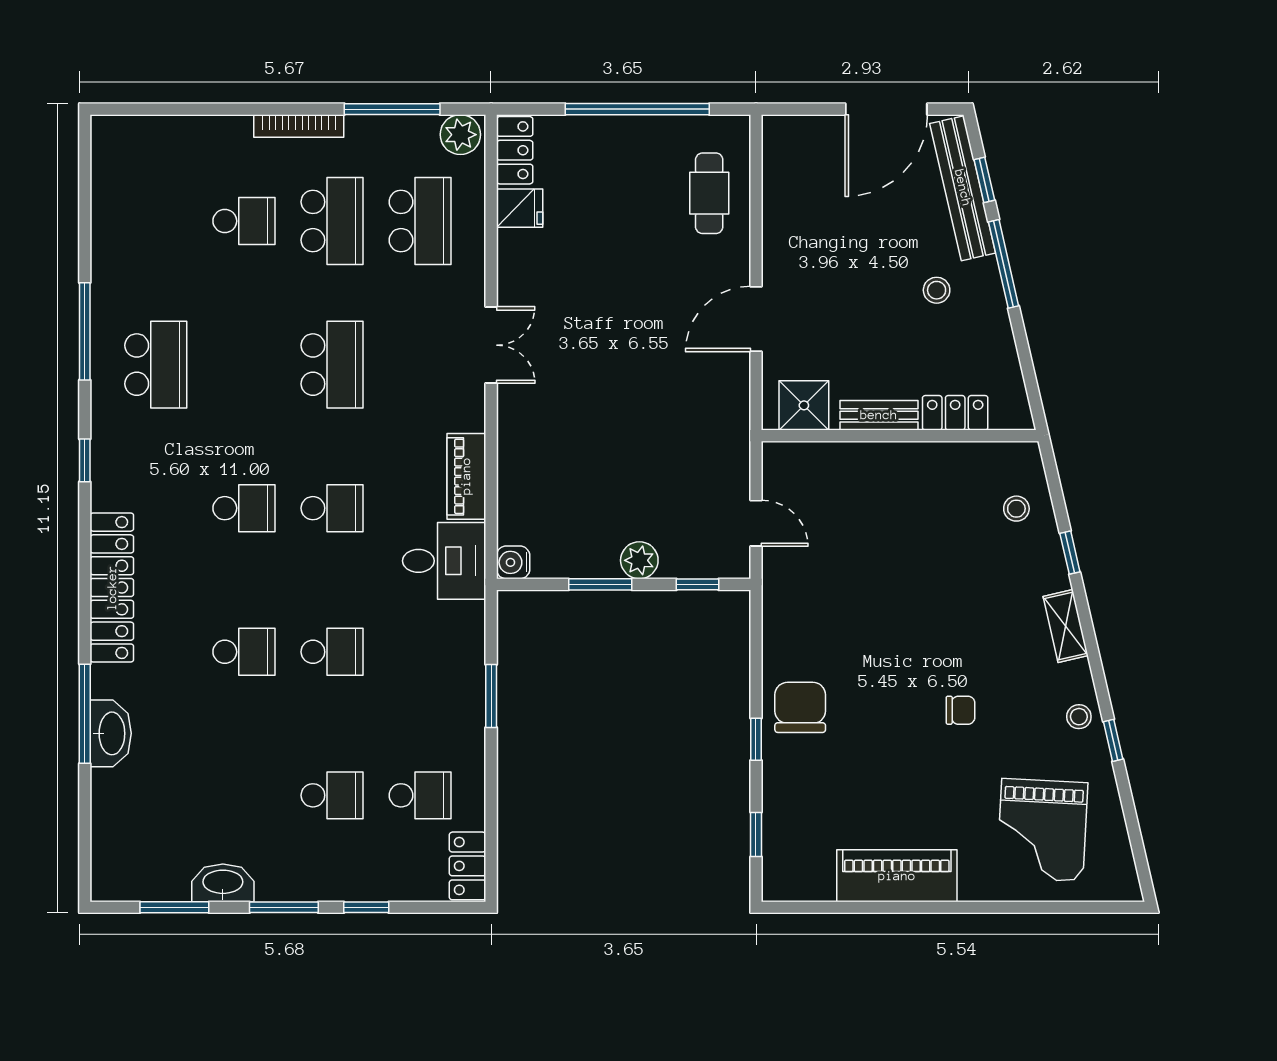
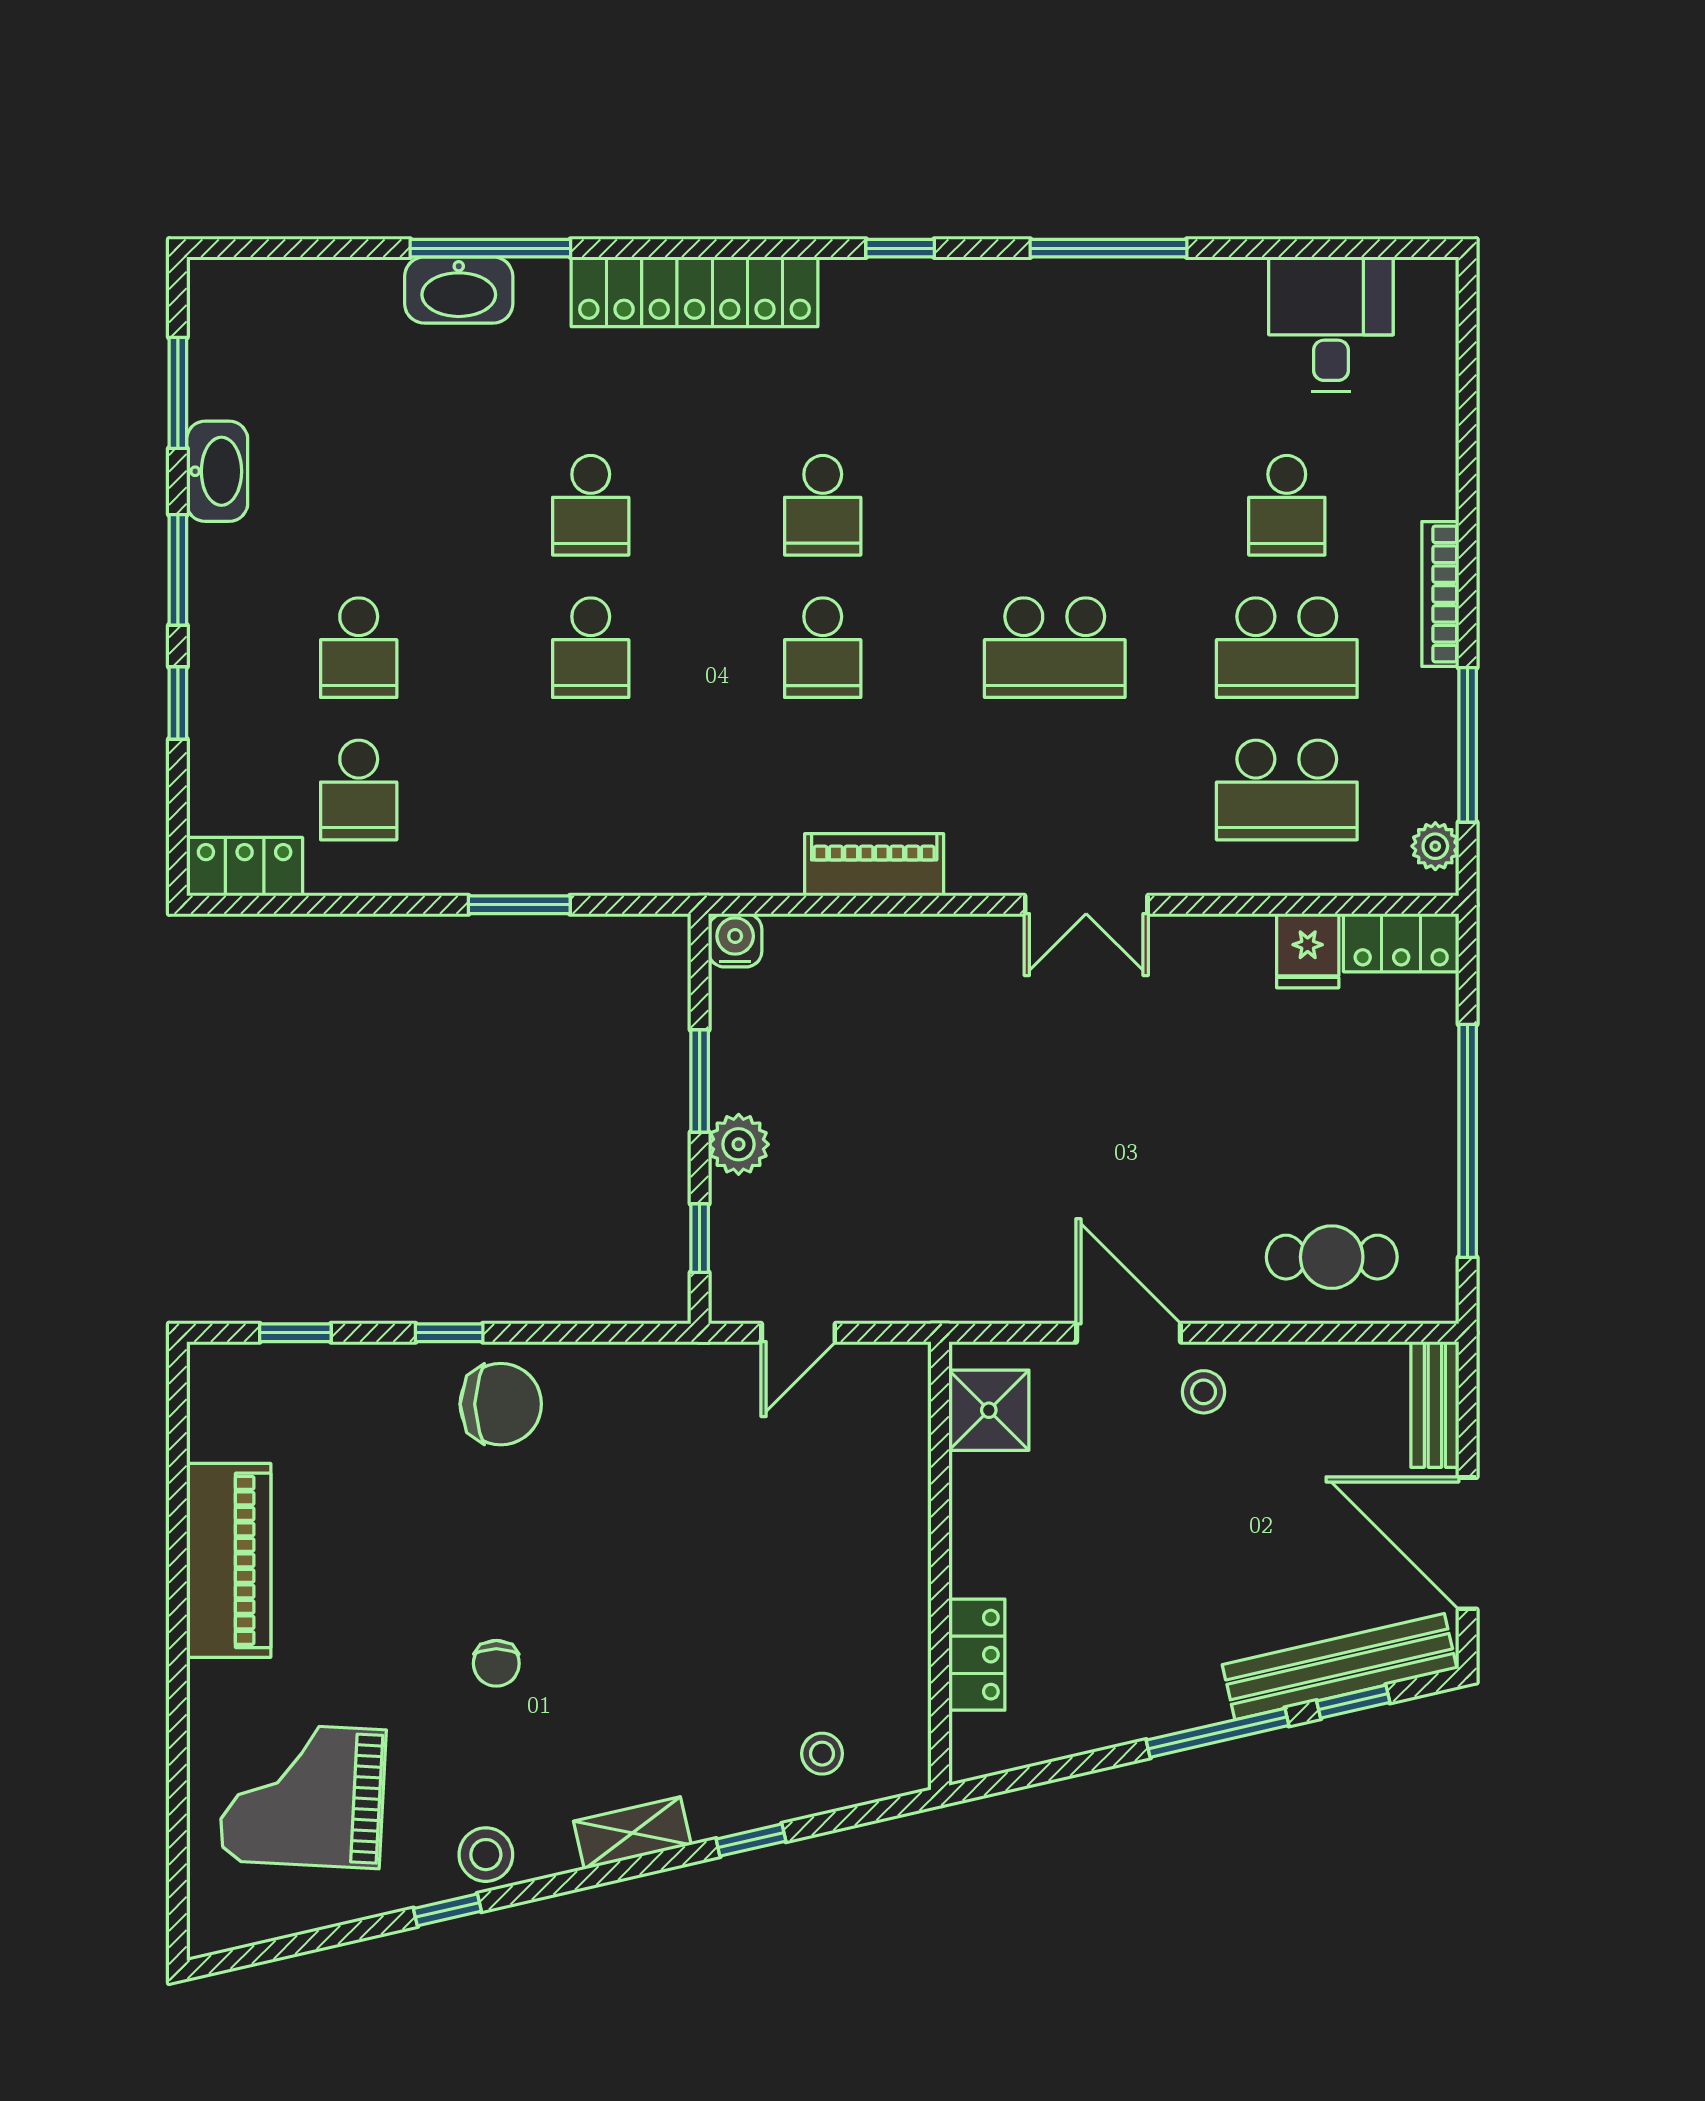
plant: (460, 135) -> (1435, 846), width x0.73, depth x0.73
stool: (937, 290) -> (1204, 1392), moved
school desk: (156, 365) -> (1055, 363), removed
bench: (879, 415) -> (1435, 1404), moved
desk: (444, 561) -> (1331, 324), moved, turned 180
stool: (1079, 717) -> (486, 1855), width x1.37, depth x1.37

